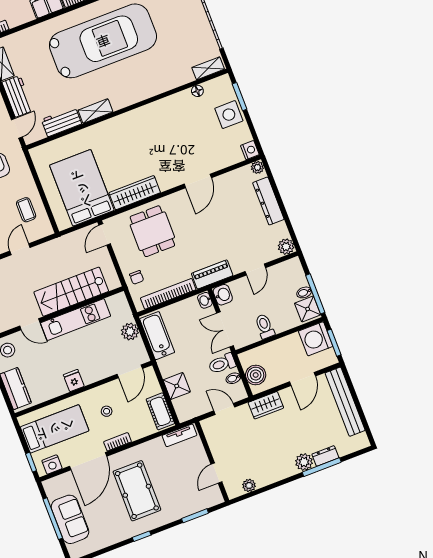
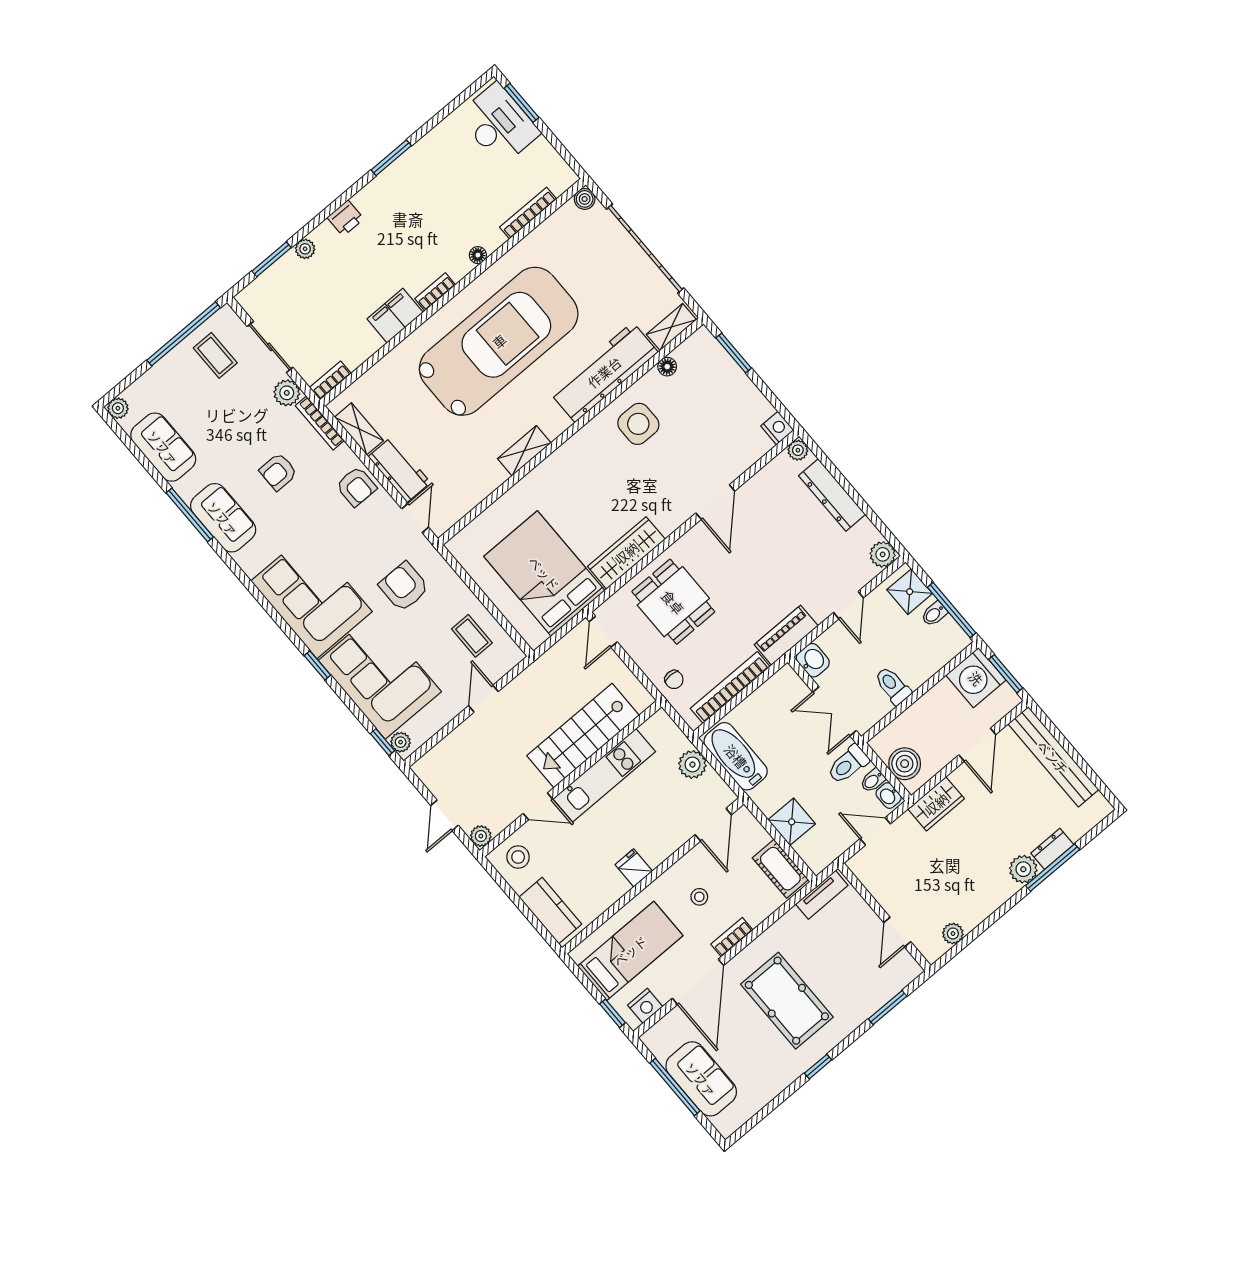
side table: (229, 115) -> (638, 424), moved
workbench: (61, 122) -> (604, 372), moved, width x1.87, depth x1.32
washbasin: (205, 300) -> (889, 796), moved
shower: (308, 309) -> (910, 592), moved

